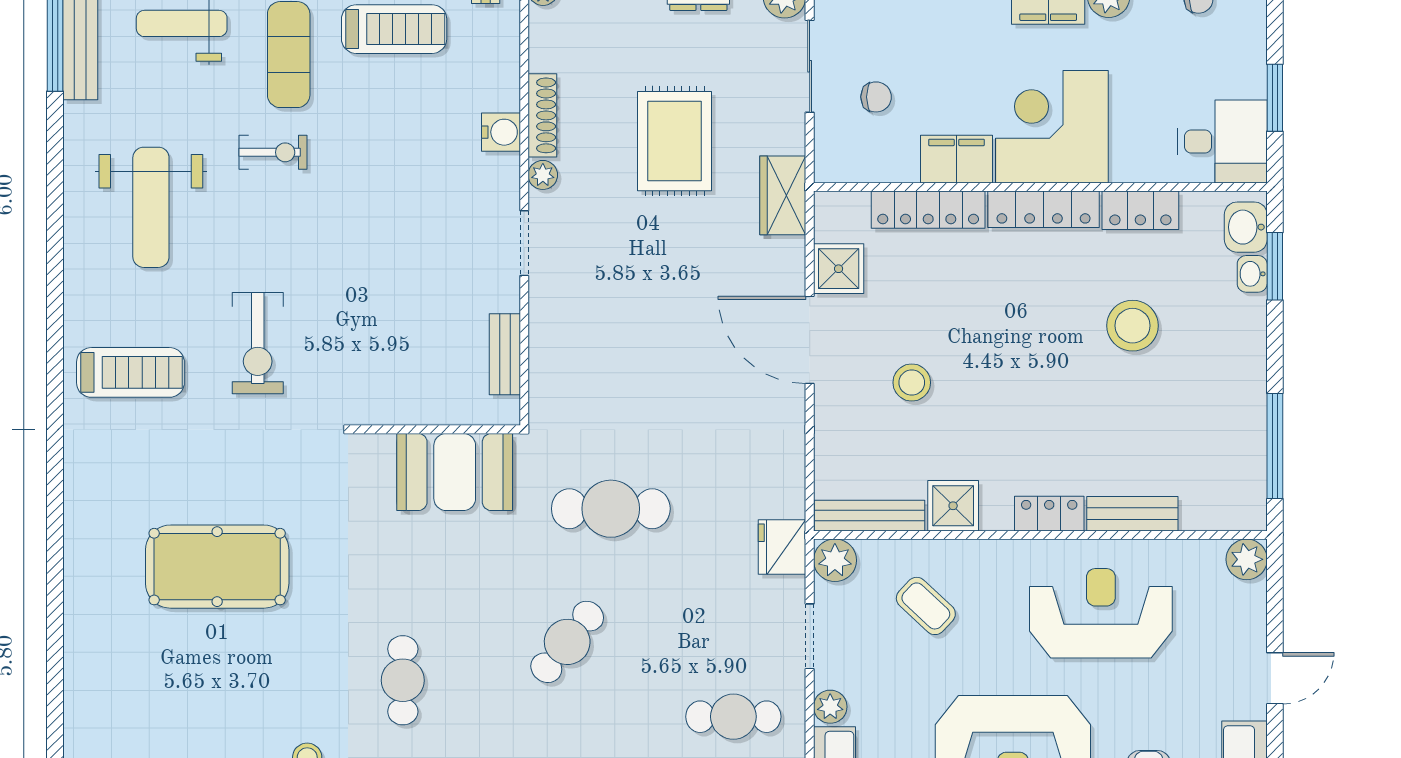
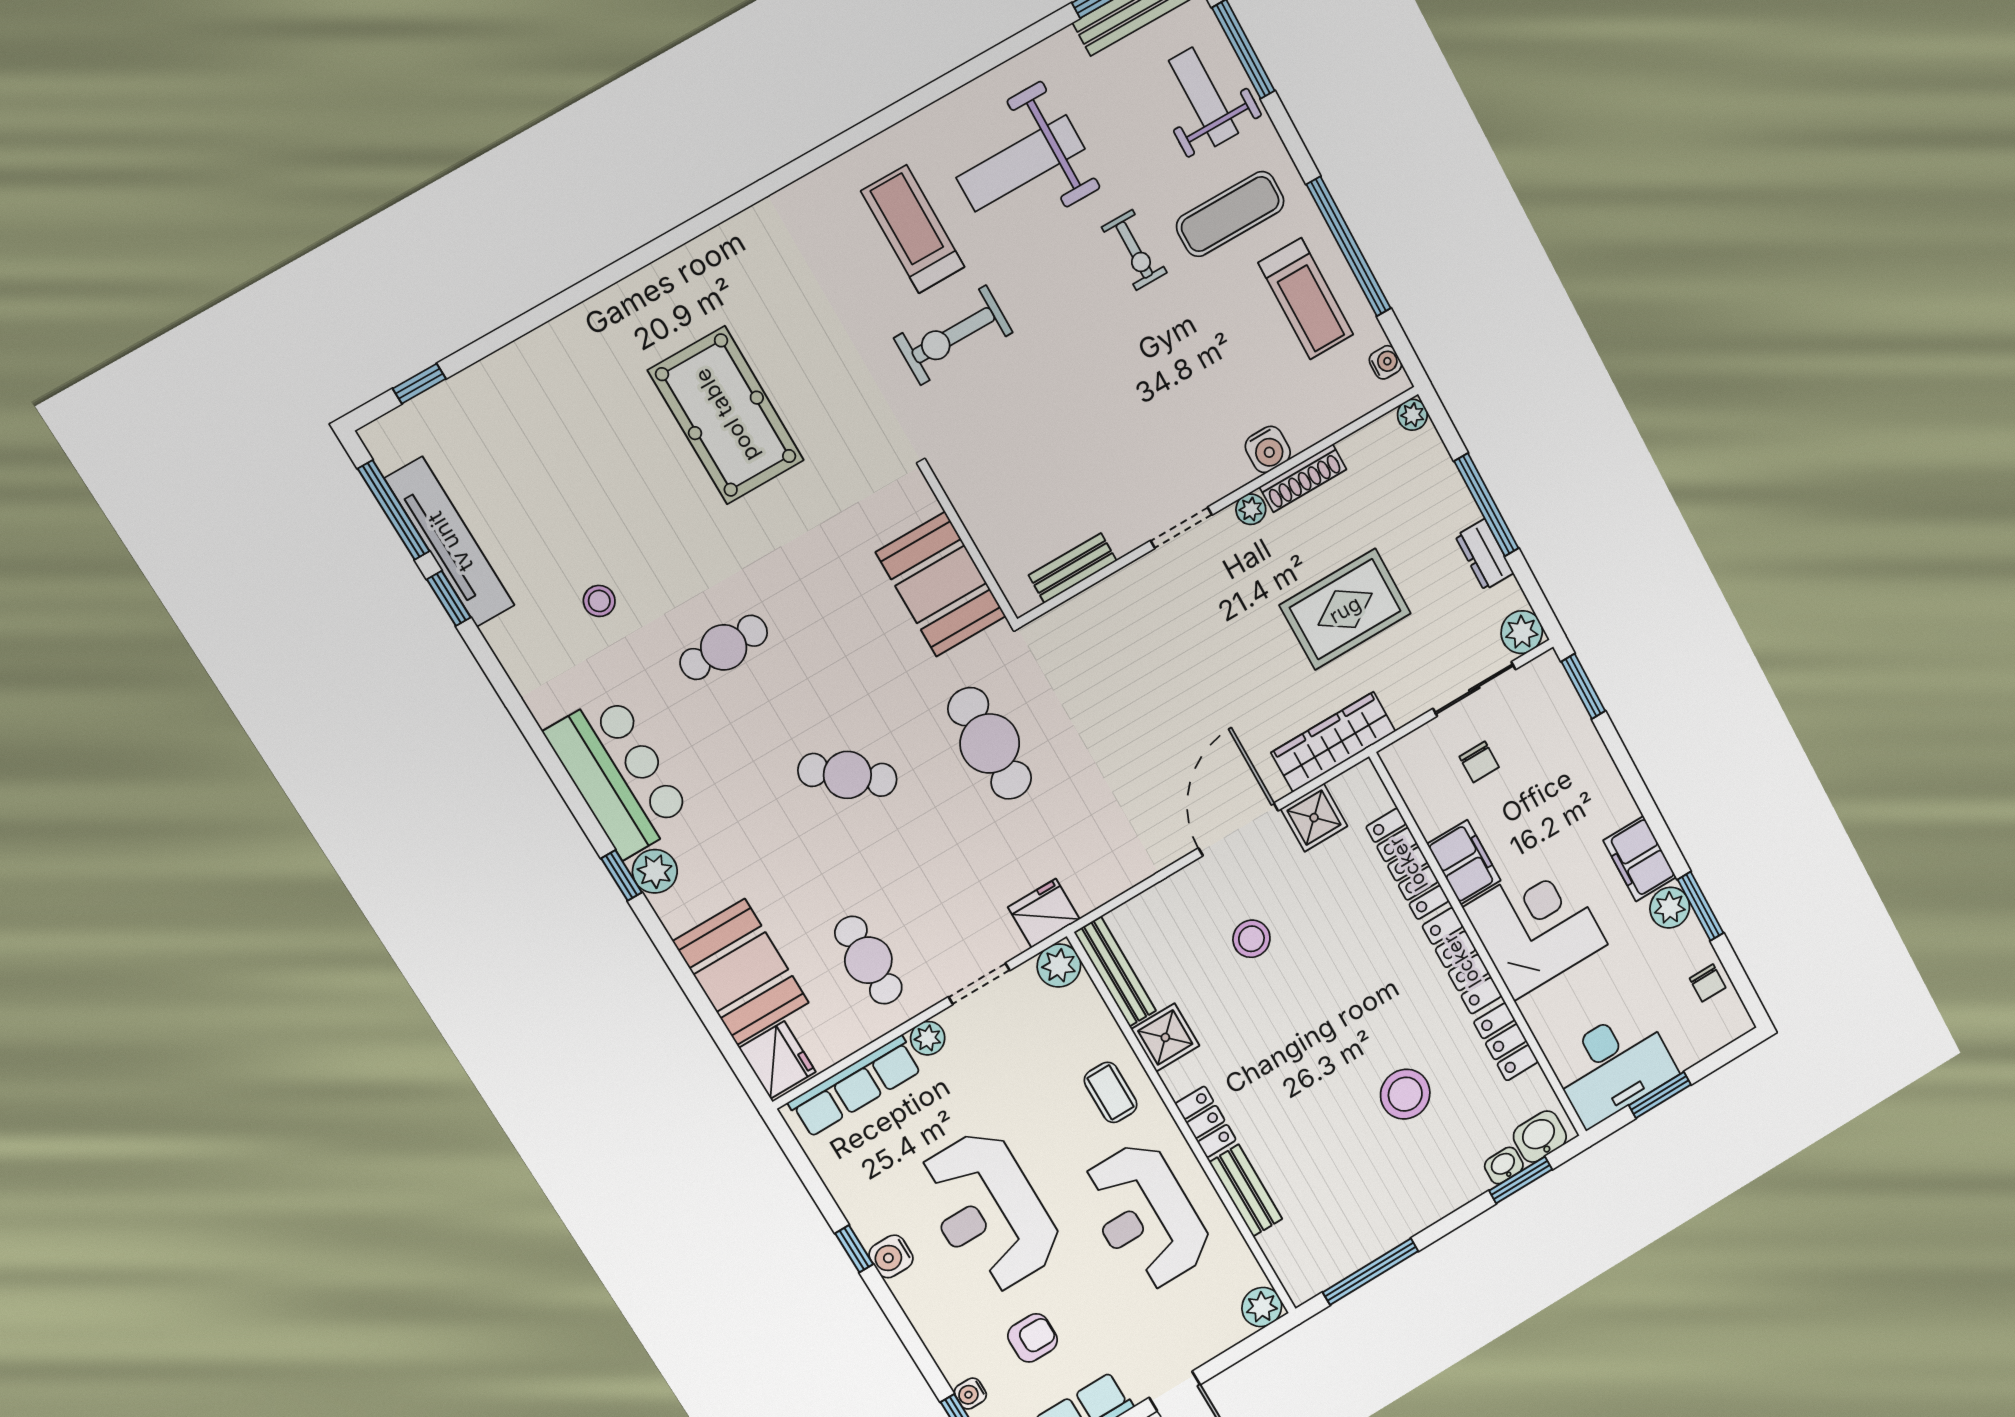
desk: (1222, 141) -> (1613, 1066), width x1.37
wardrobe: (783, 195) -> (1333, 742), width x1.50
treadmill: (130, 372) -> (913, 229), moved, turned 180
coffee table: (926, 606) -> (1111, 1092), moved, turned -43
reception desk: (1101, 613) -> (1145, 1216), turned 180

